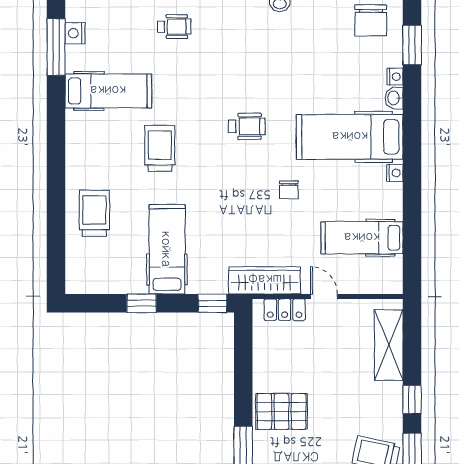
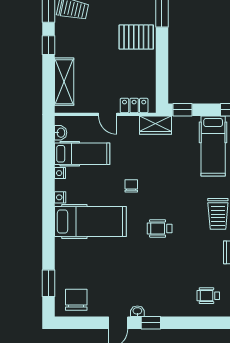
nightstand: (395, 77) -> (60, 173), moved
washbasin: (394, 98) -> (61, 133), moved
wardrobe: (265, 280) -> (156, 125), width x0.67

